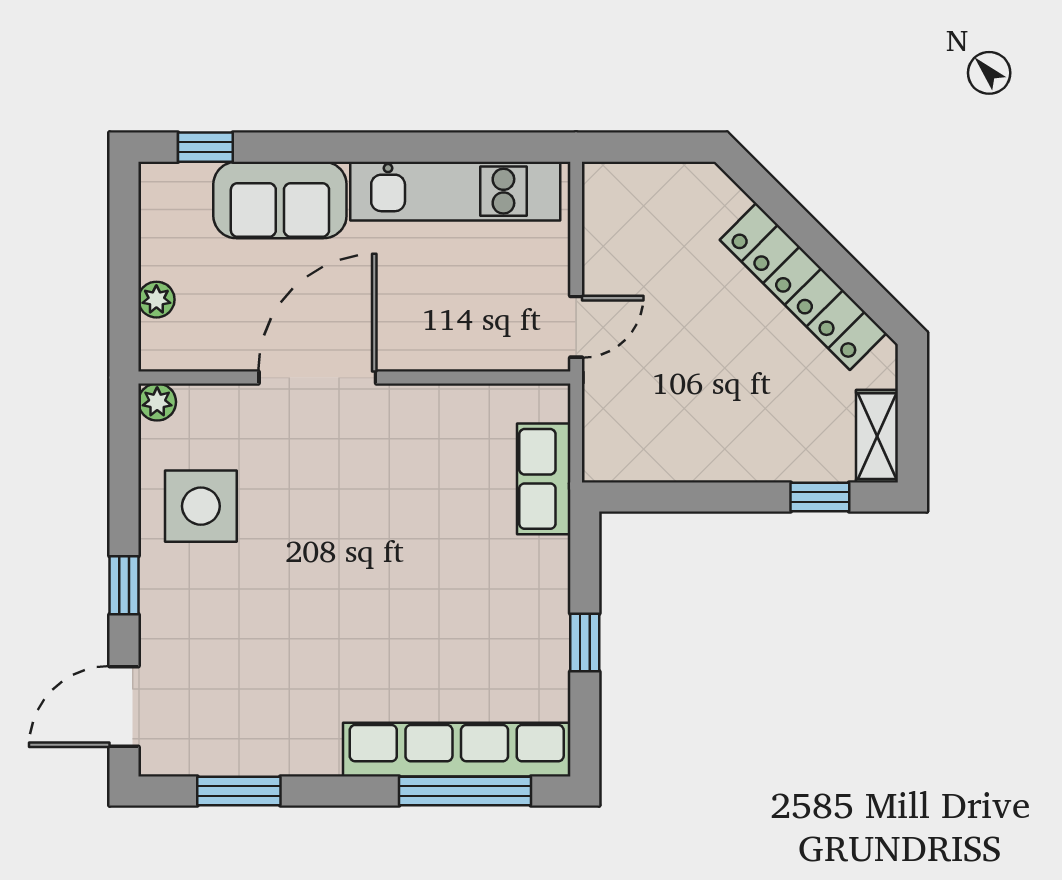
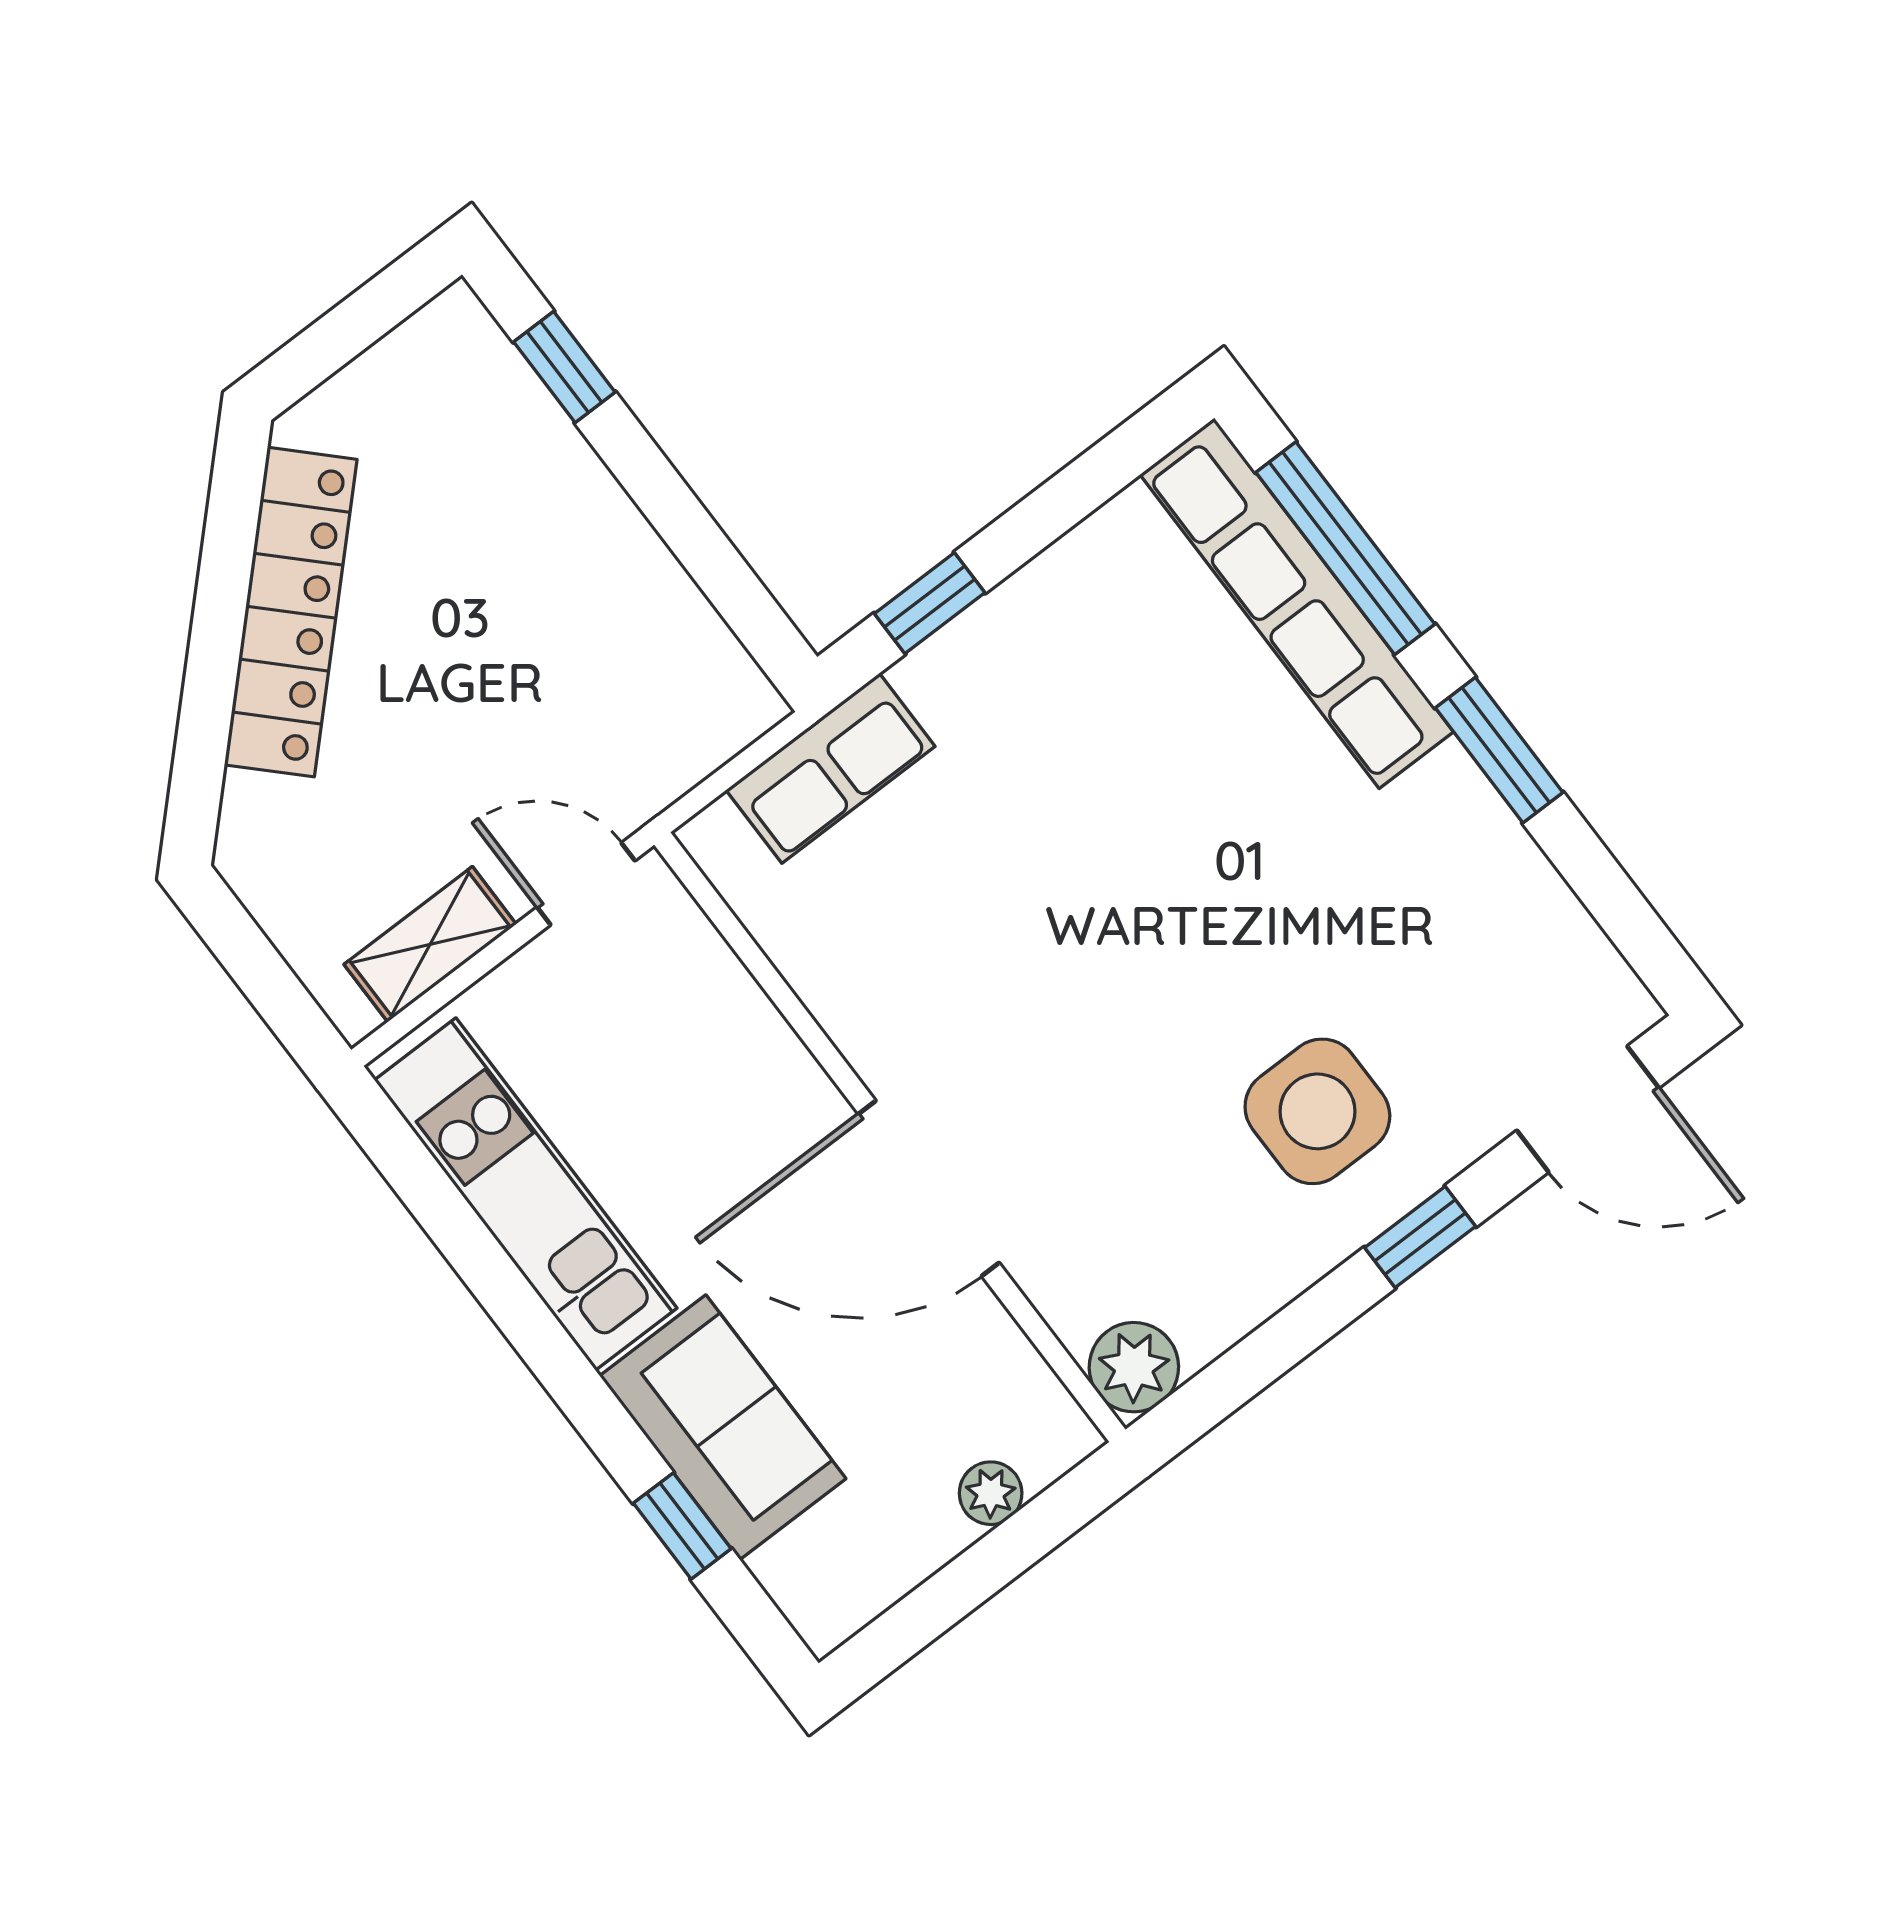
window: (205, 147) -> (682, 1526), moved
plant: (157, 402) -> (1134, 1367), width x1.38, depth x1.38
shelving: (877, 436) -> (430, 944), moved
side table: (201, 506) -> (1317, 1111), moved
window: (585, 642) -> (930, 603), moved
window: (239, 791) -> (1499, 750), moved

